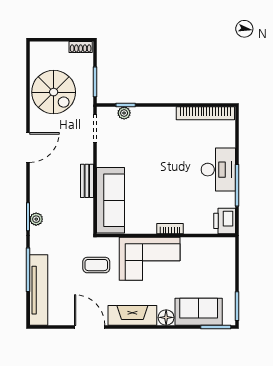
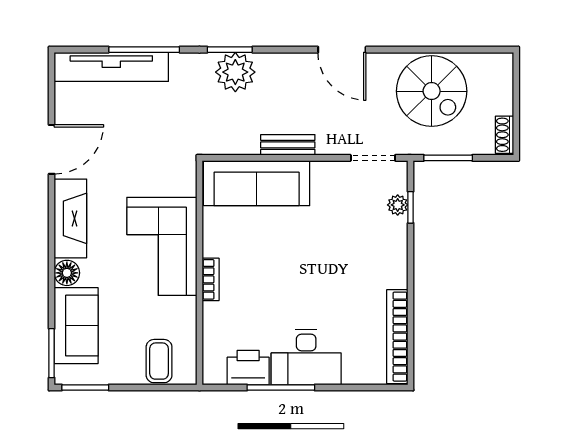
spiral stairs: (54, 92) -> (432, 91), turned -90
plant: (36, 219) -> (235, 72), width x1.88, depth x1.88
printer: (225, 221) -> (248, 368), moved
coffee table: (96, 265) -> (159, 361), moved

